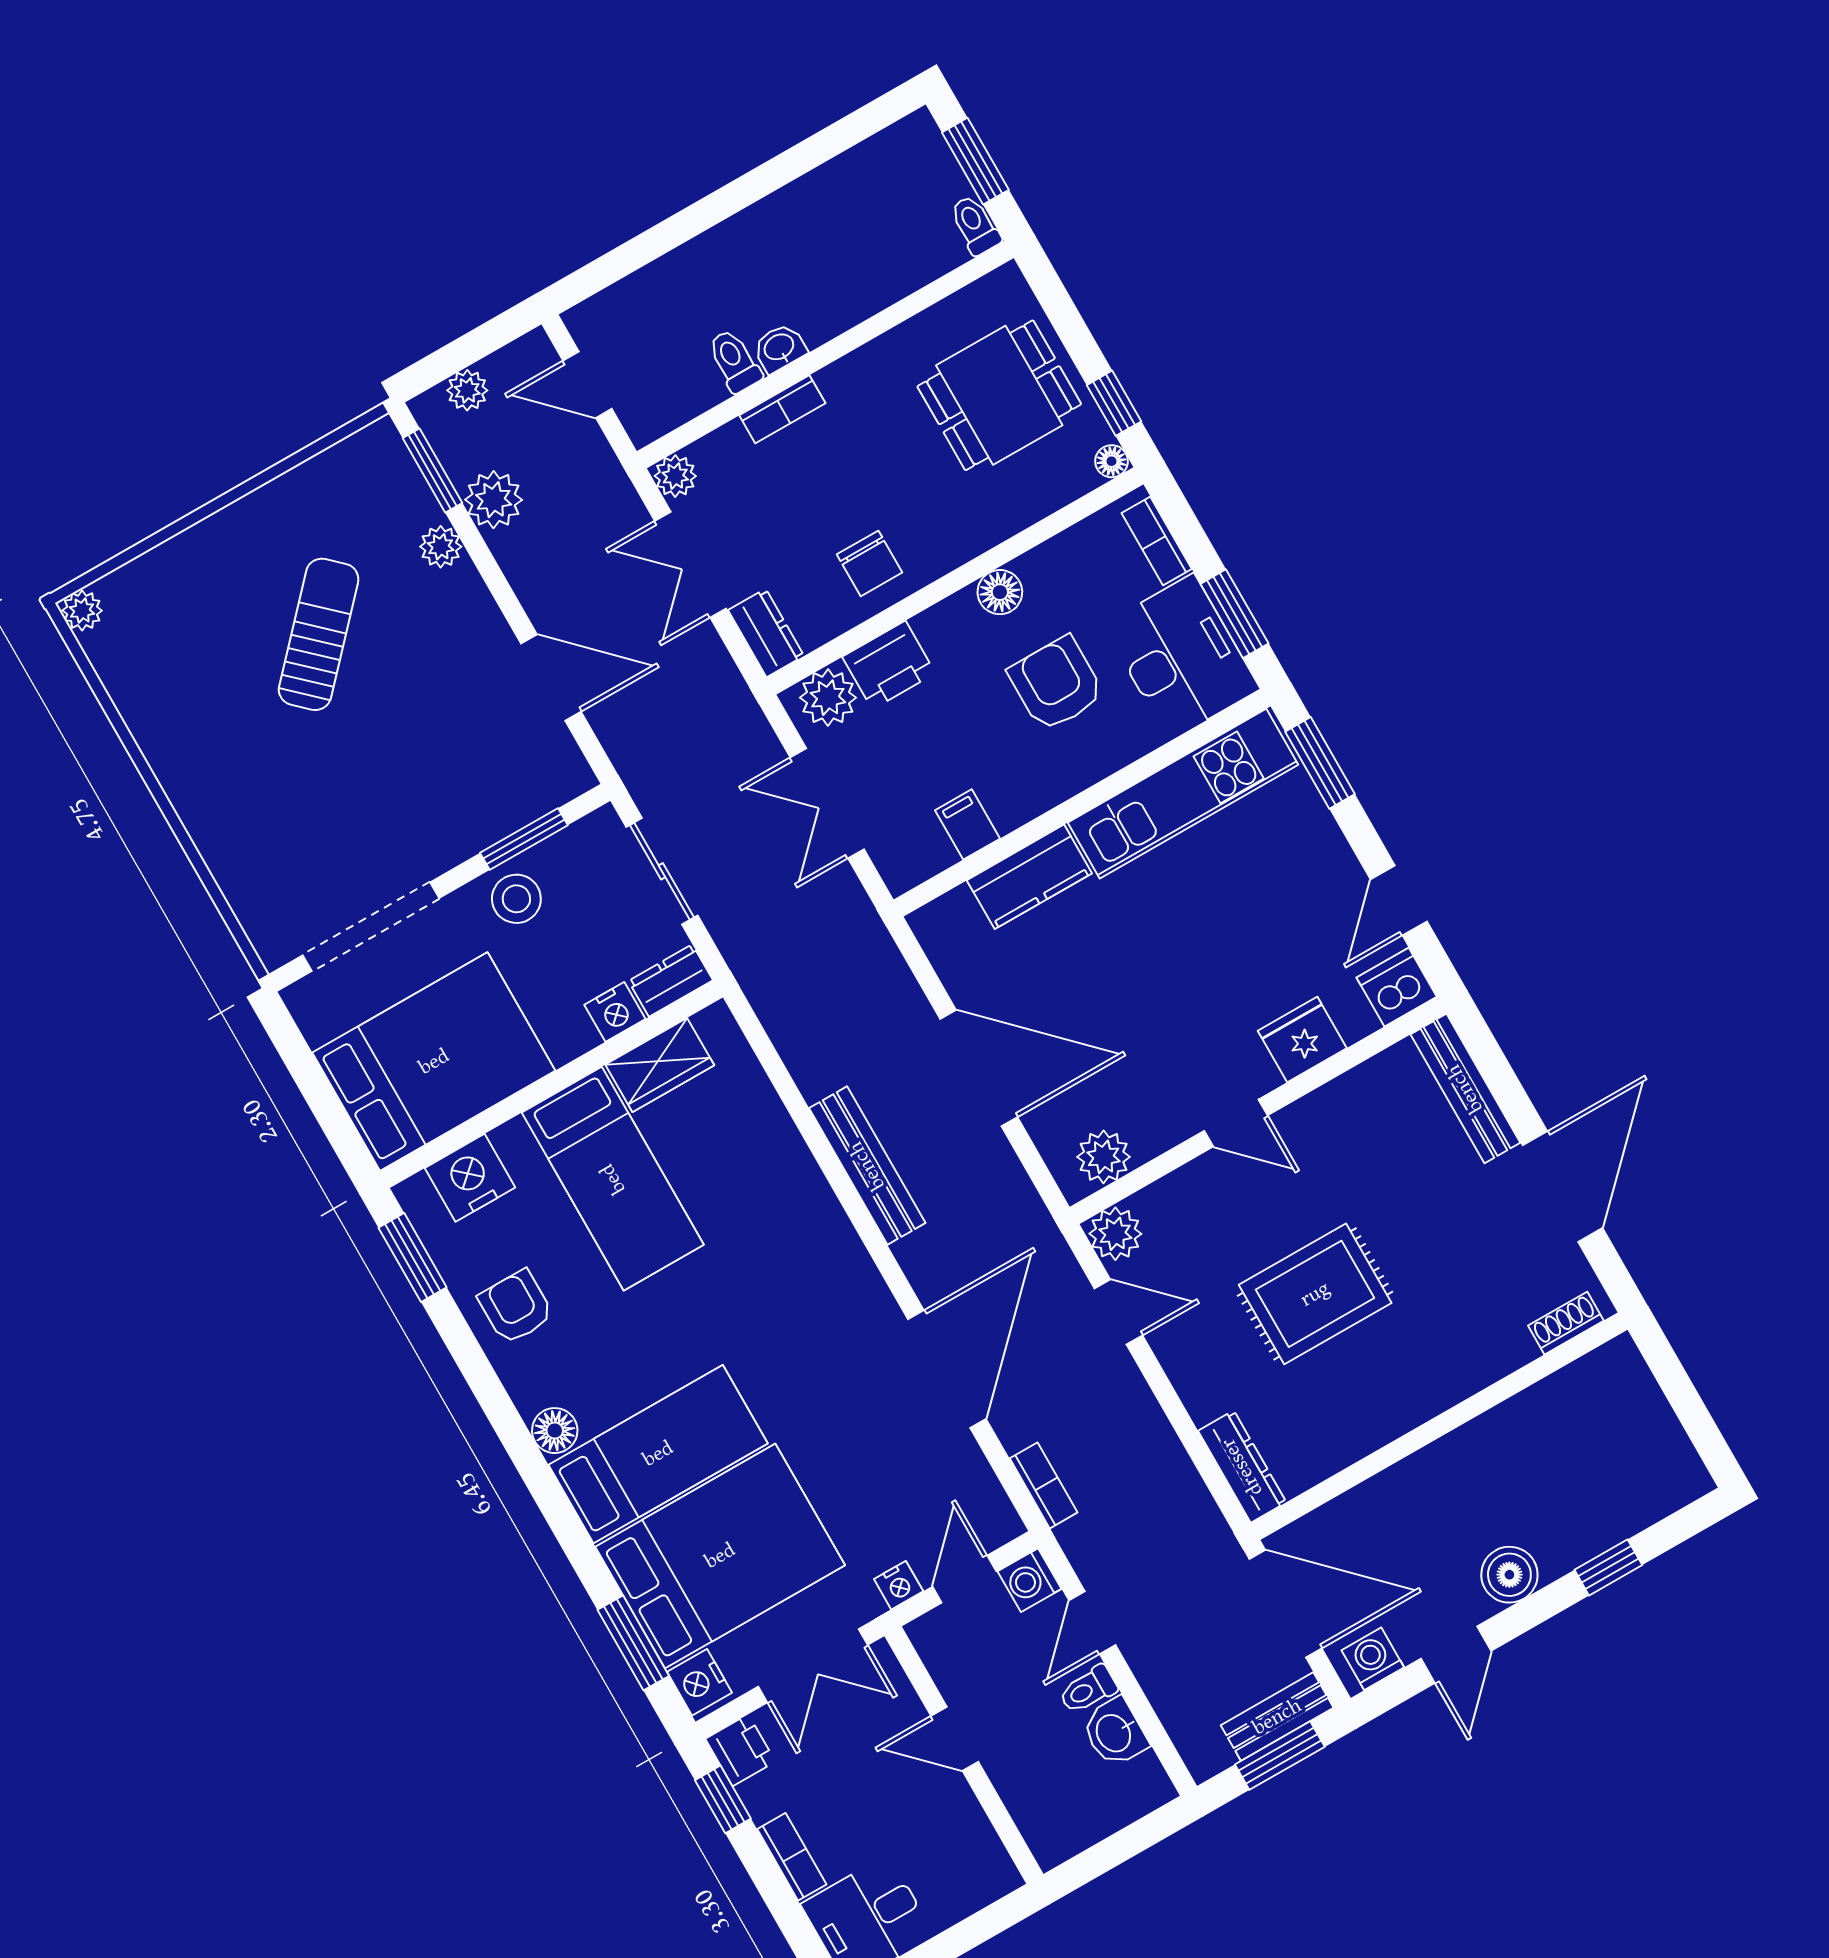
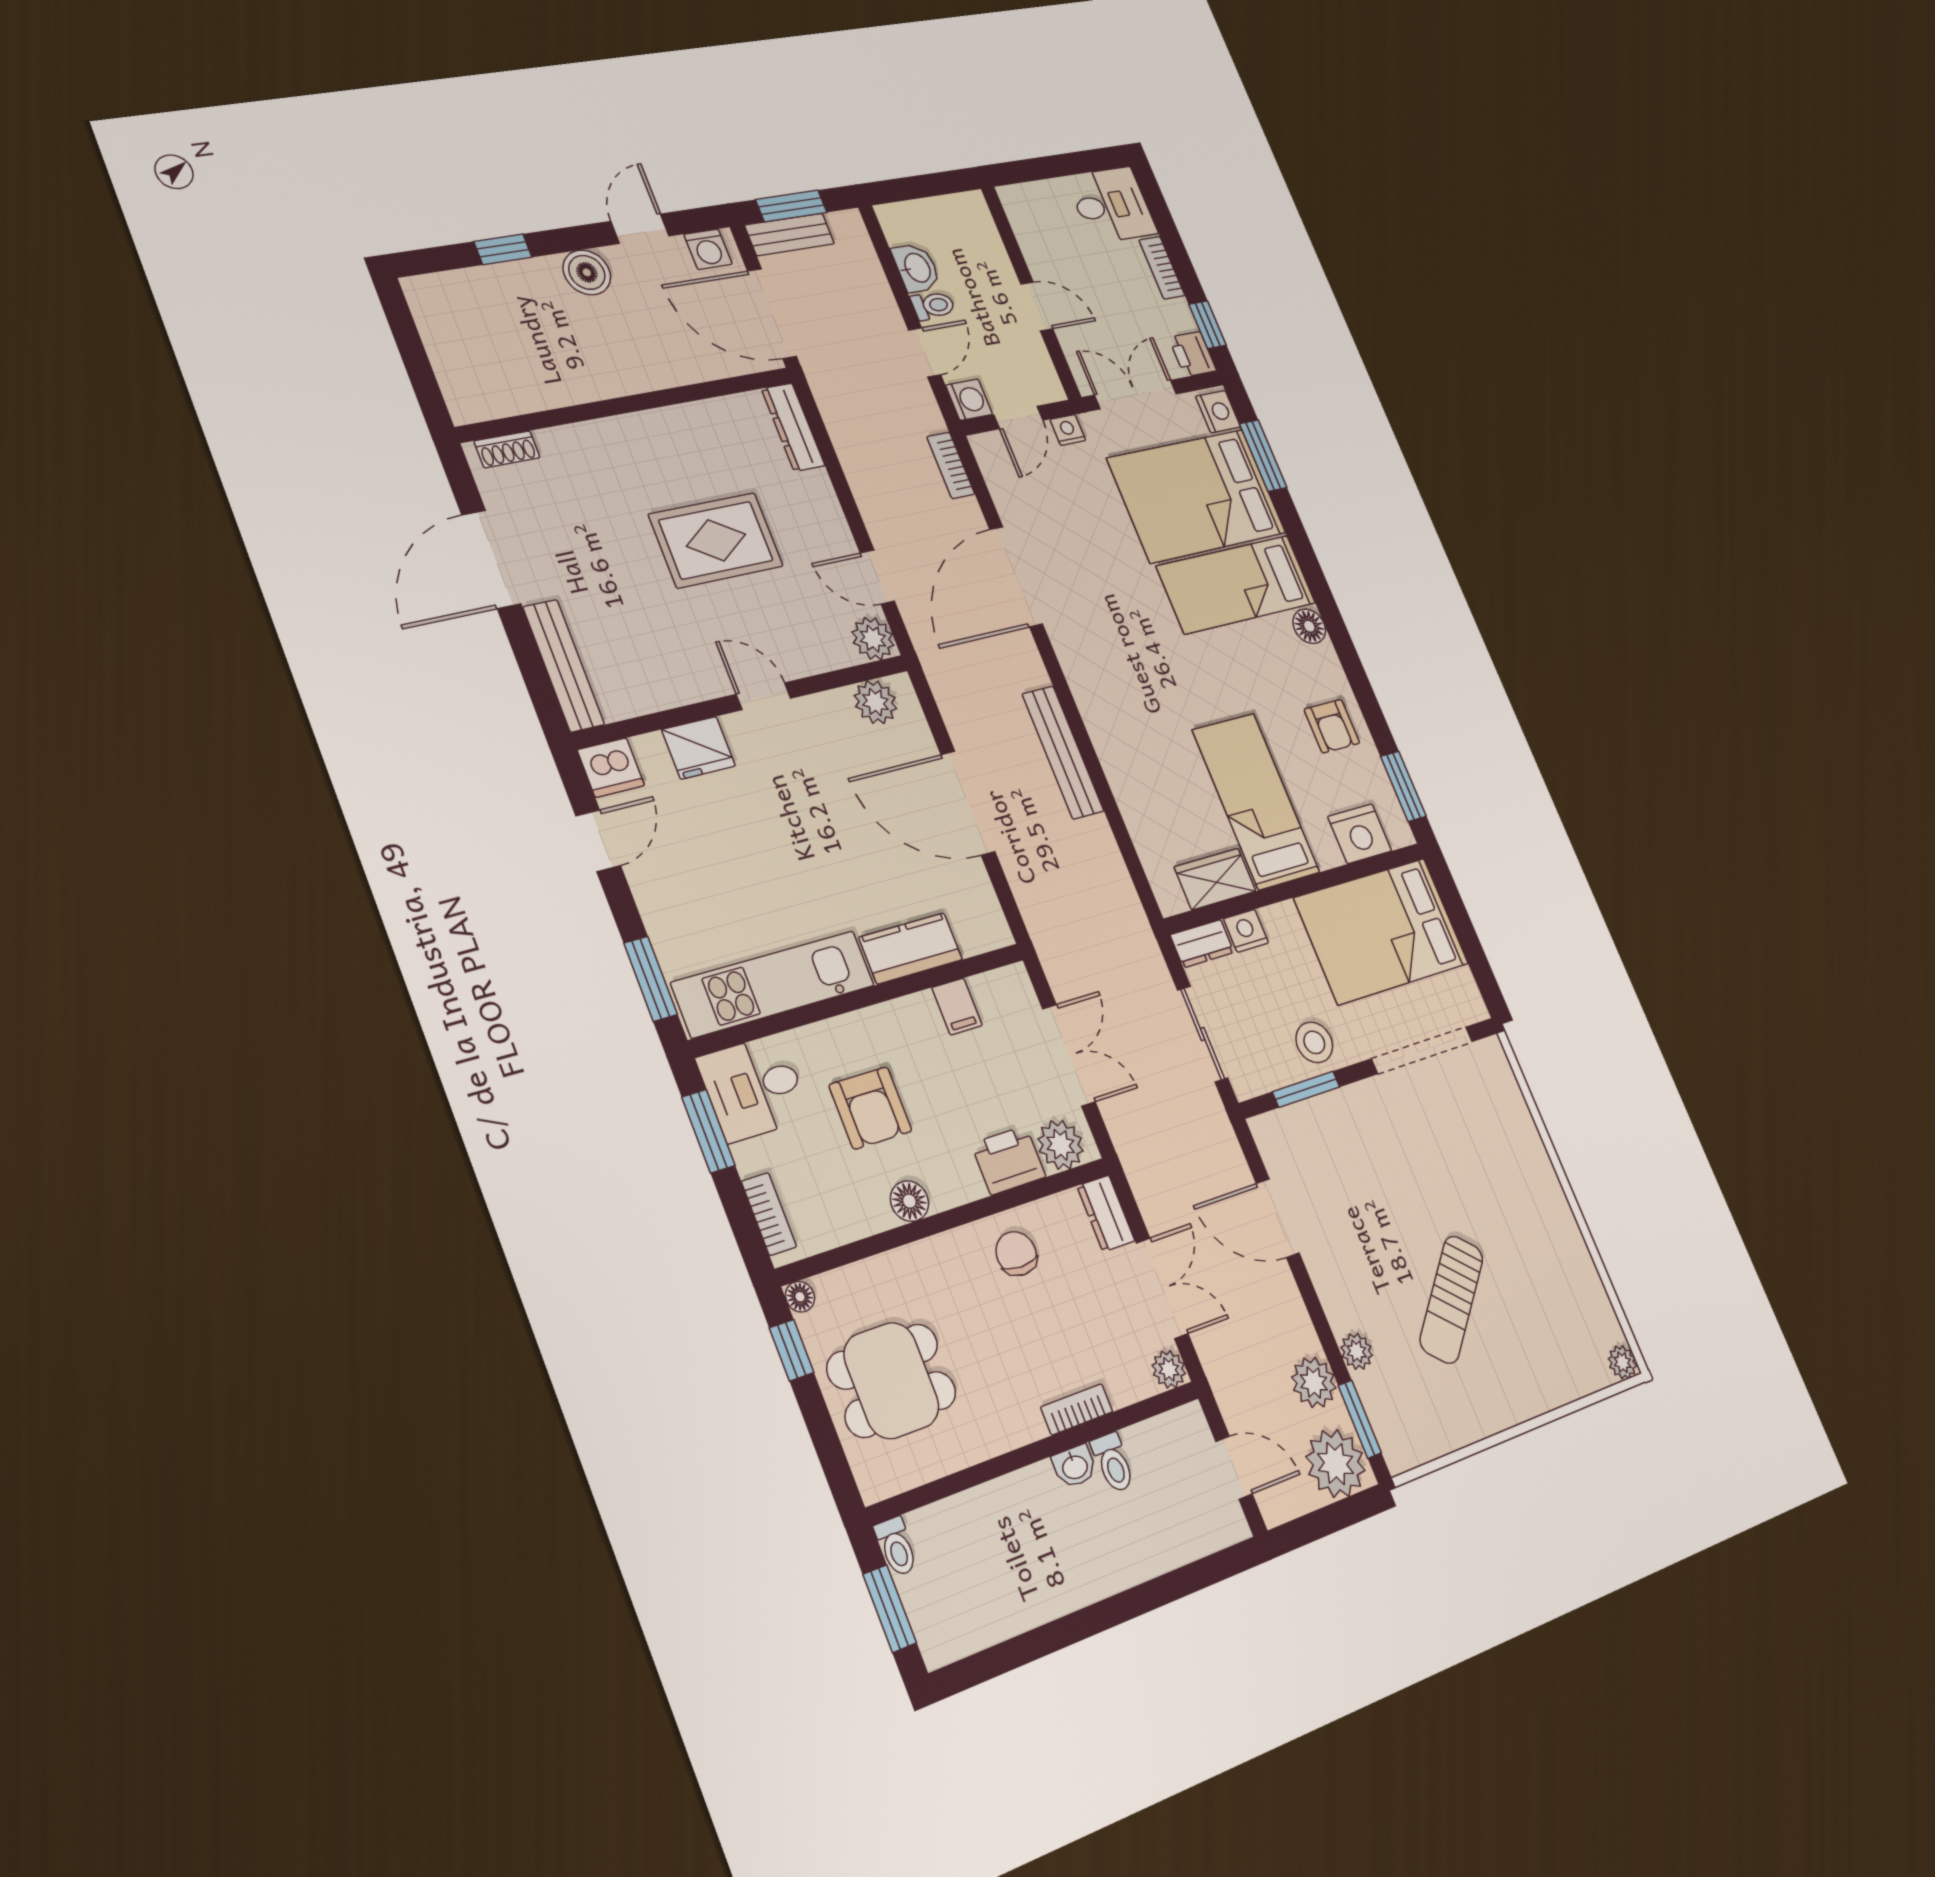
plant: (467, 390) -> (1336, 1463), width x1.87, depth x1.87
desk: (1181, 657) -> (754, 1088), width x0.73

